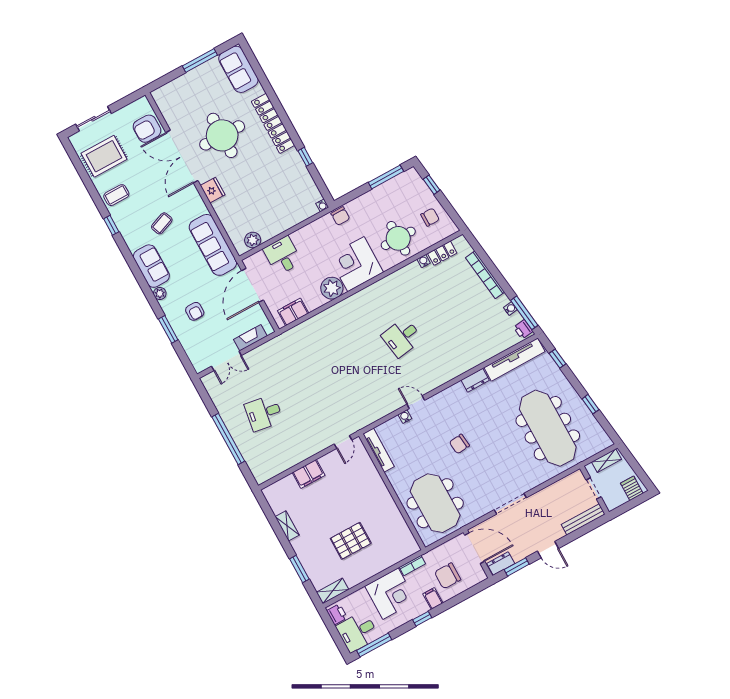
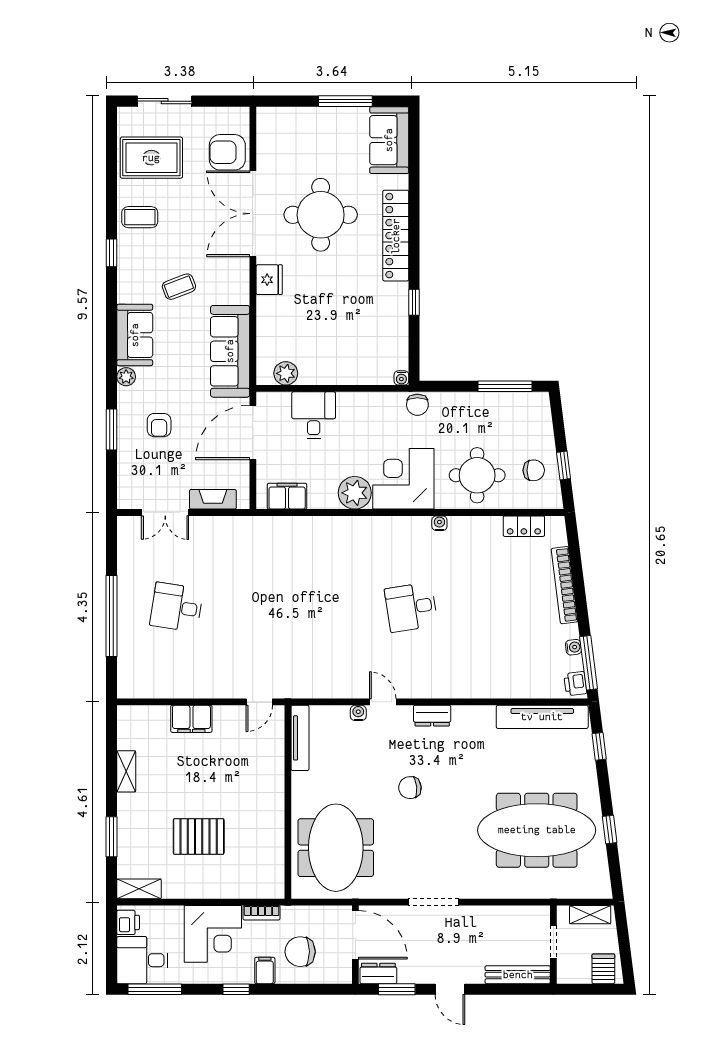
window: (431, 185) -> (564, 465), moved
water cooler: (424, 261) -> (439, 523), moved
dresser: (475, 380) -> (432, 716), moved
meeting table: (548, 428) -> (537, 830), turned 90

